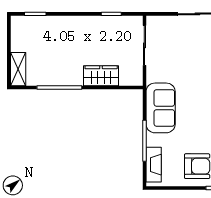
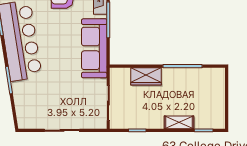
shelving: (18, 69) -> (179, 122), moved, turned 90
sofa: (161, 108) -> (94, 48), width x1.36

